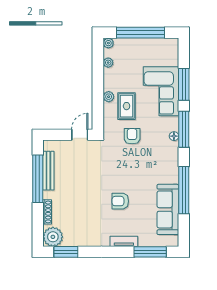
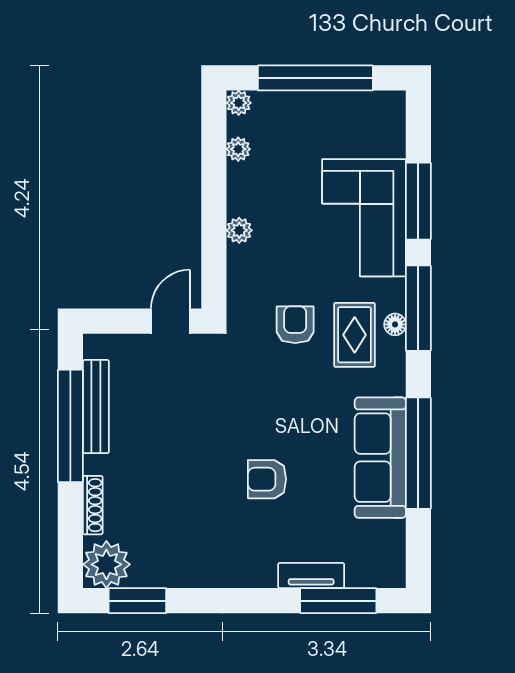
rug: (127, 106) -> (355, 335), moved
sofa: (168, 209) -> (380, 458), moved
tv unit: (124, 241) -> (311, 575), moved

